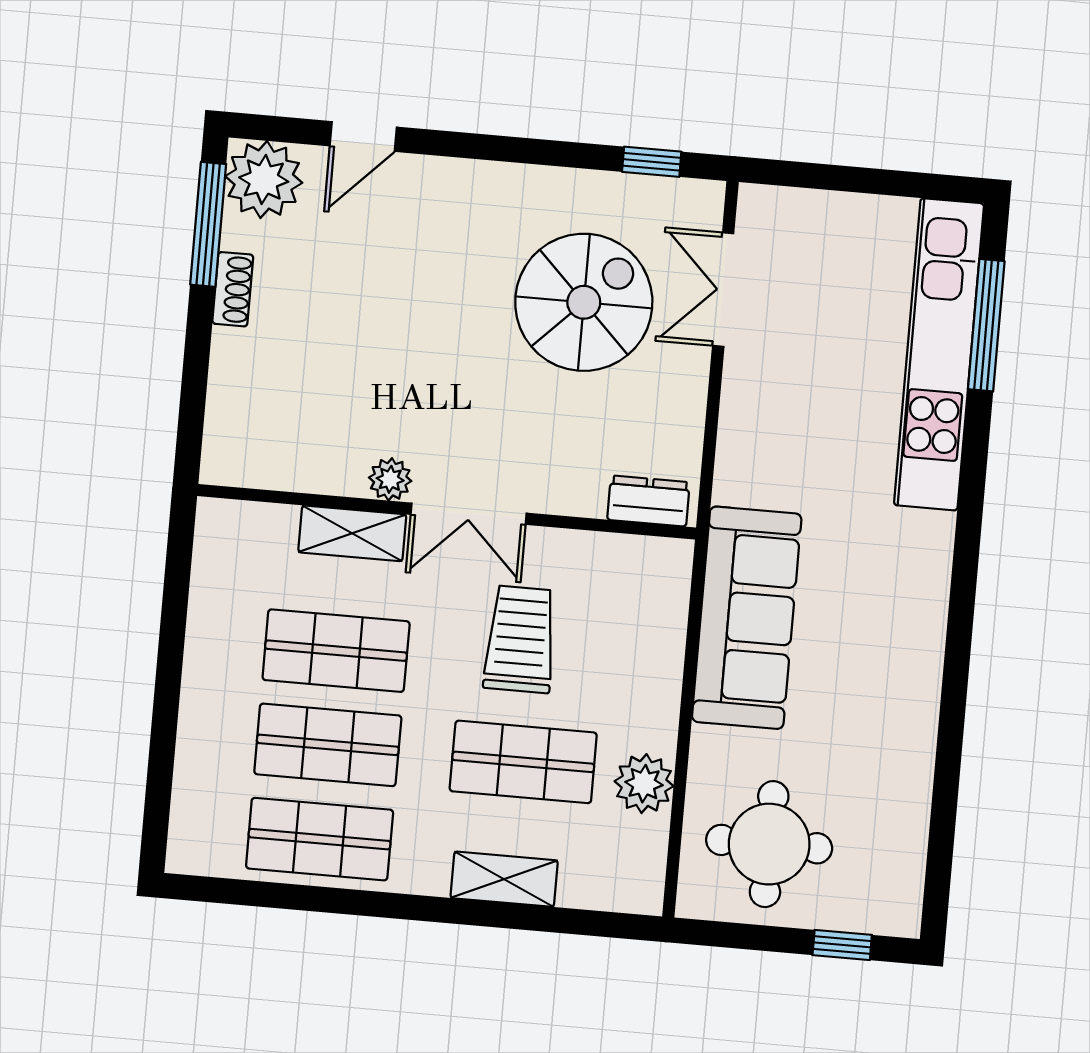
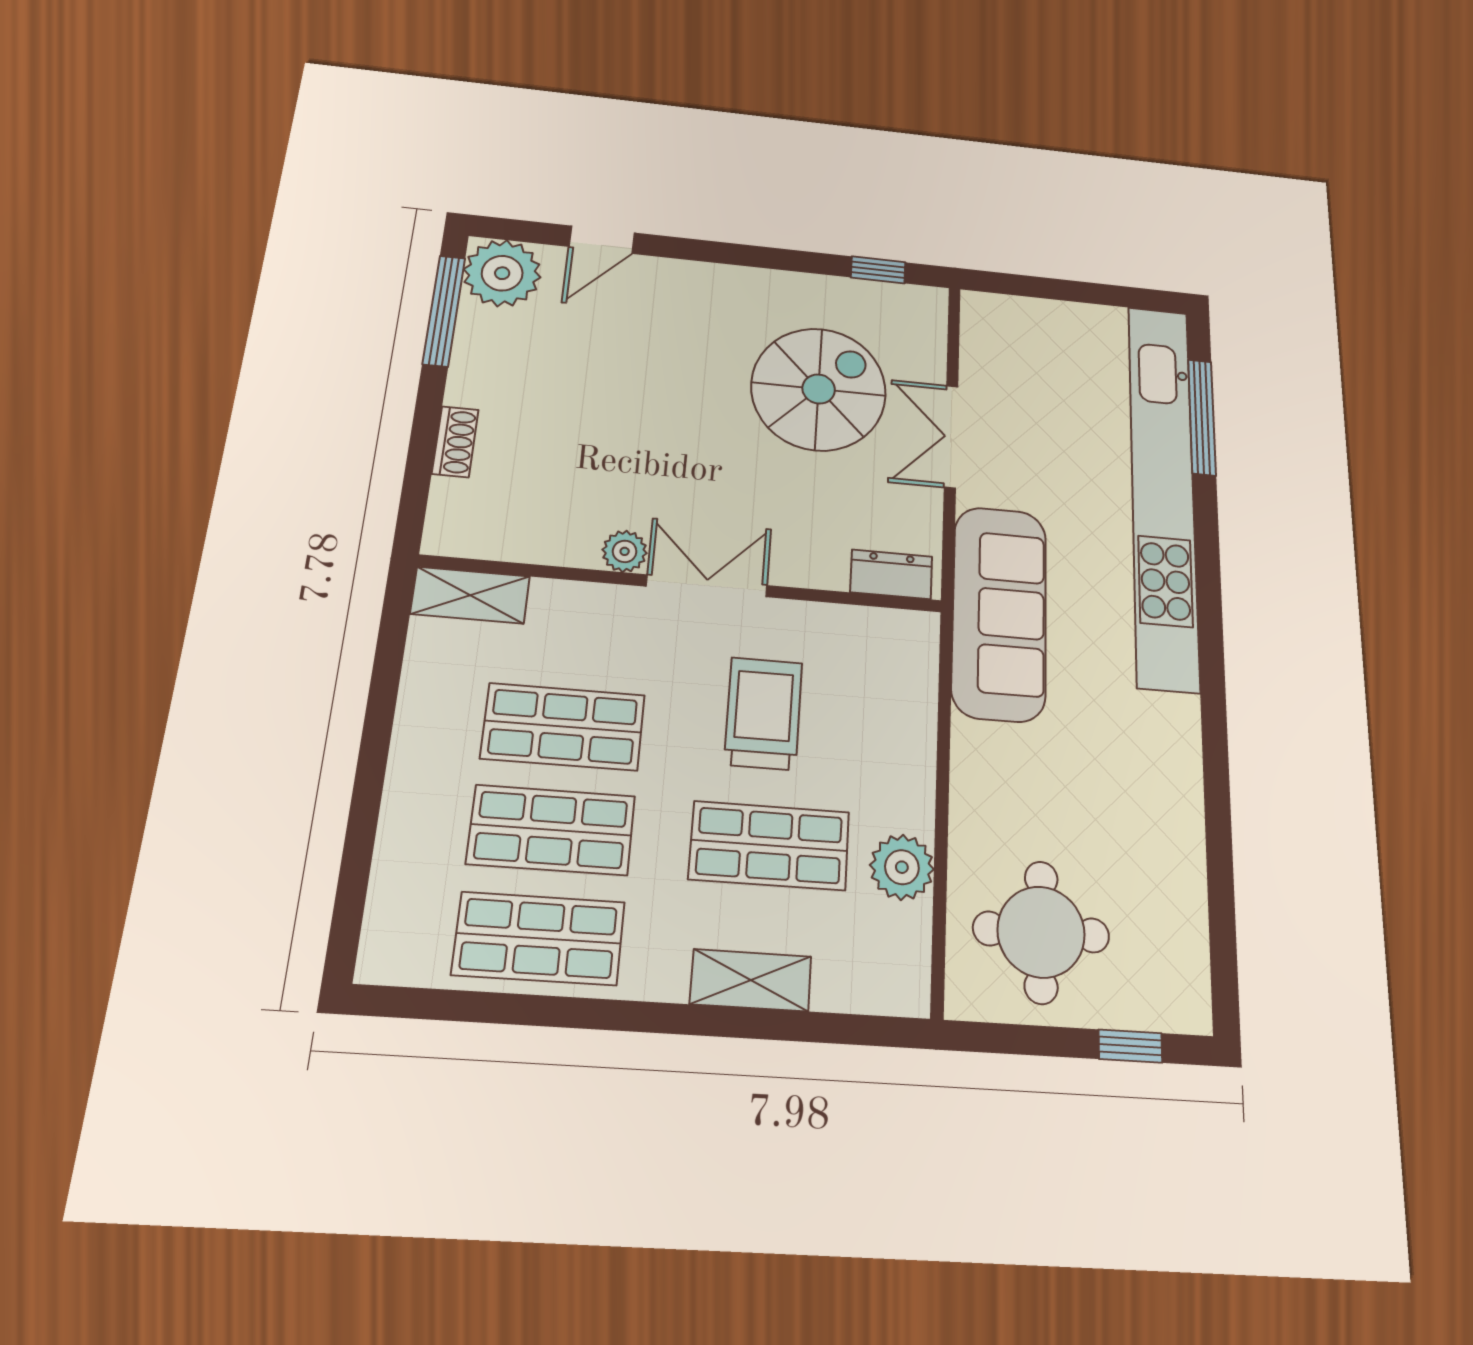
shoe rack: (233, 289) -> (455, 442), moved
double door: (723, 290) -> (951, 436), moved
kitchen unit: (939, 354) -> (1163, 492), width x1.36
double door: (469, 514) -> (707, 586), swing flipped
shelving: (352, 533) -> (470, 595), moved
sofa: (747, 618) -> (999, 613), moved

